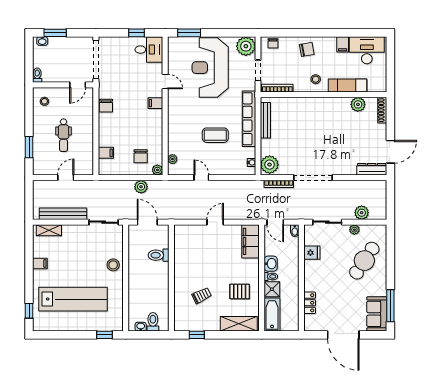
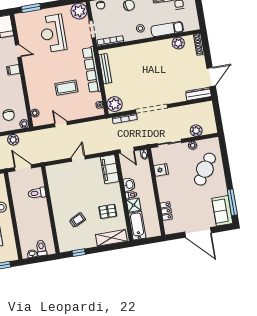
reception desk: (210, 68) -> (53, 33), width x0.74, depth x0.77

